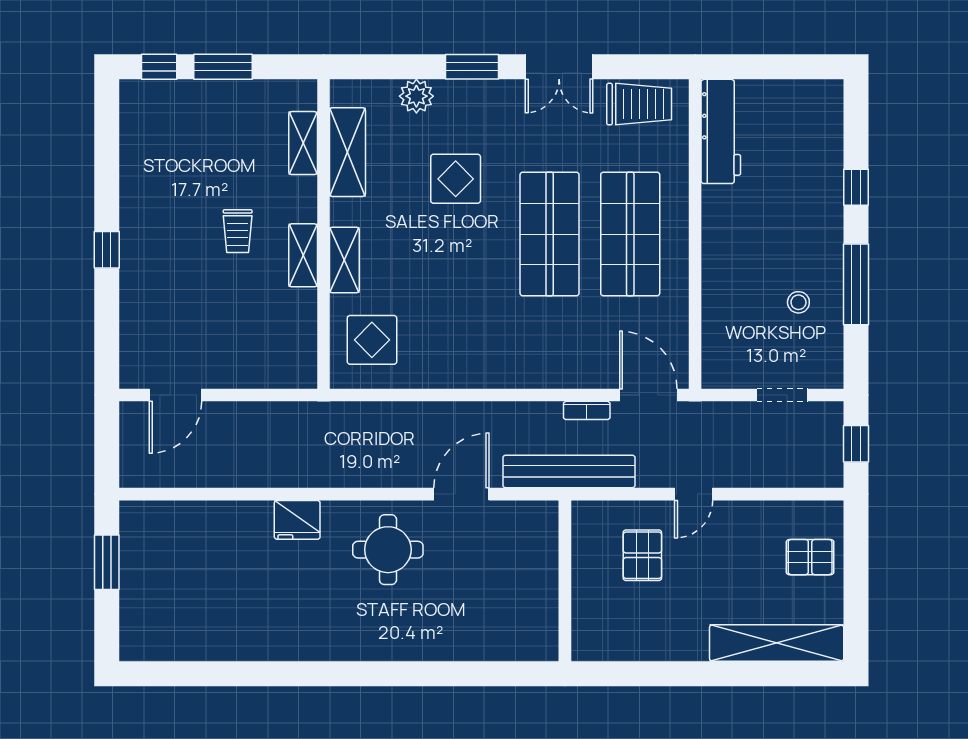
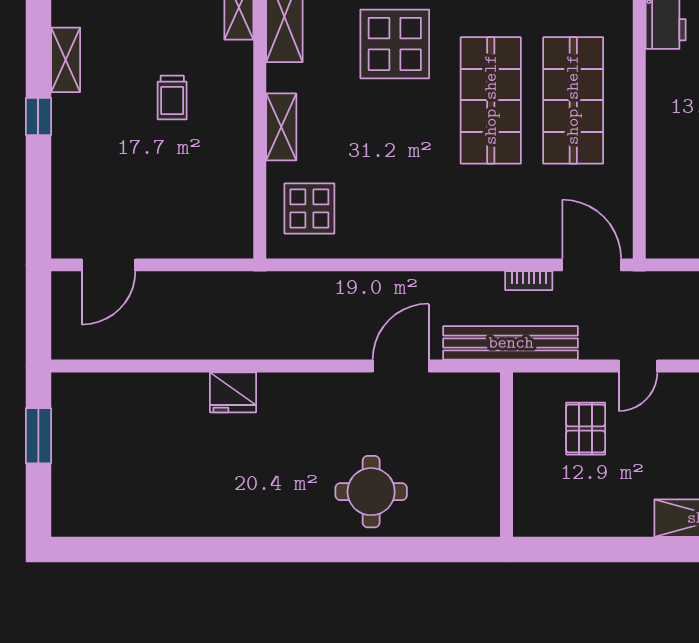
display table: (456, 179) -> (395, 44), width x1.36, depth x1.36
shelving: (303, 255) -> (66, 60), moved
round table: (388, 550) -> (371, 492), moved

